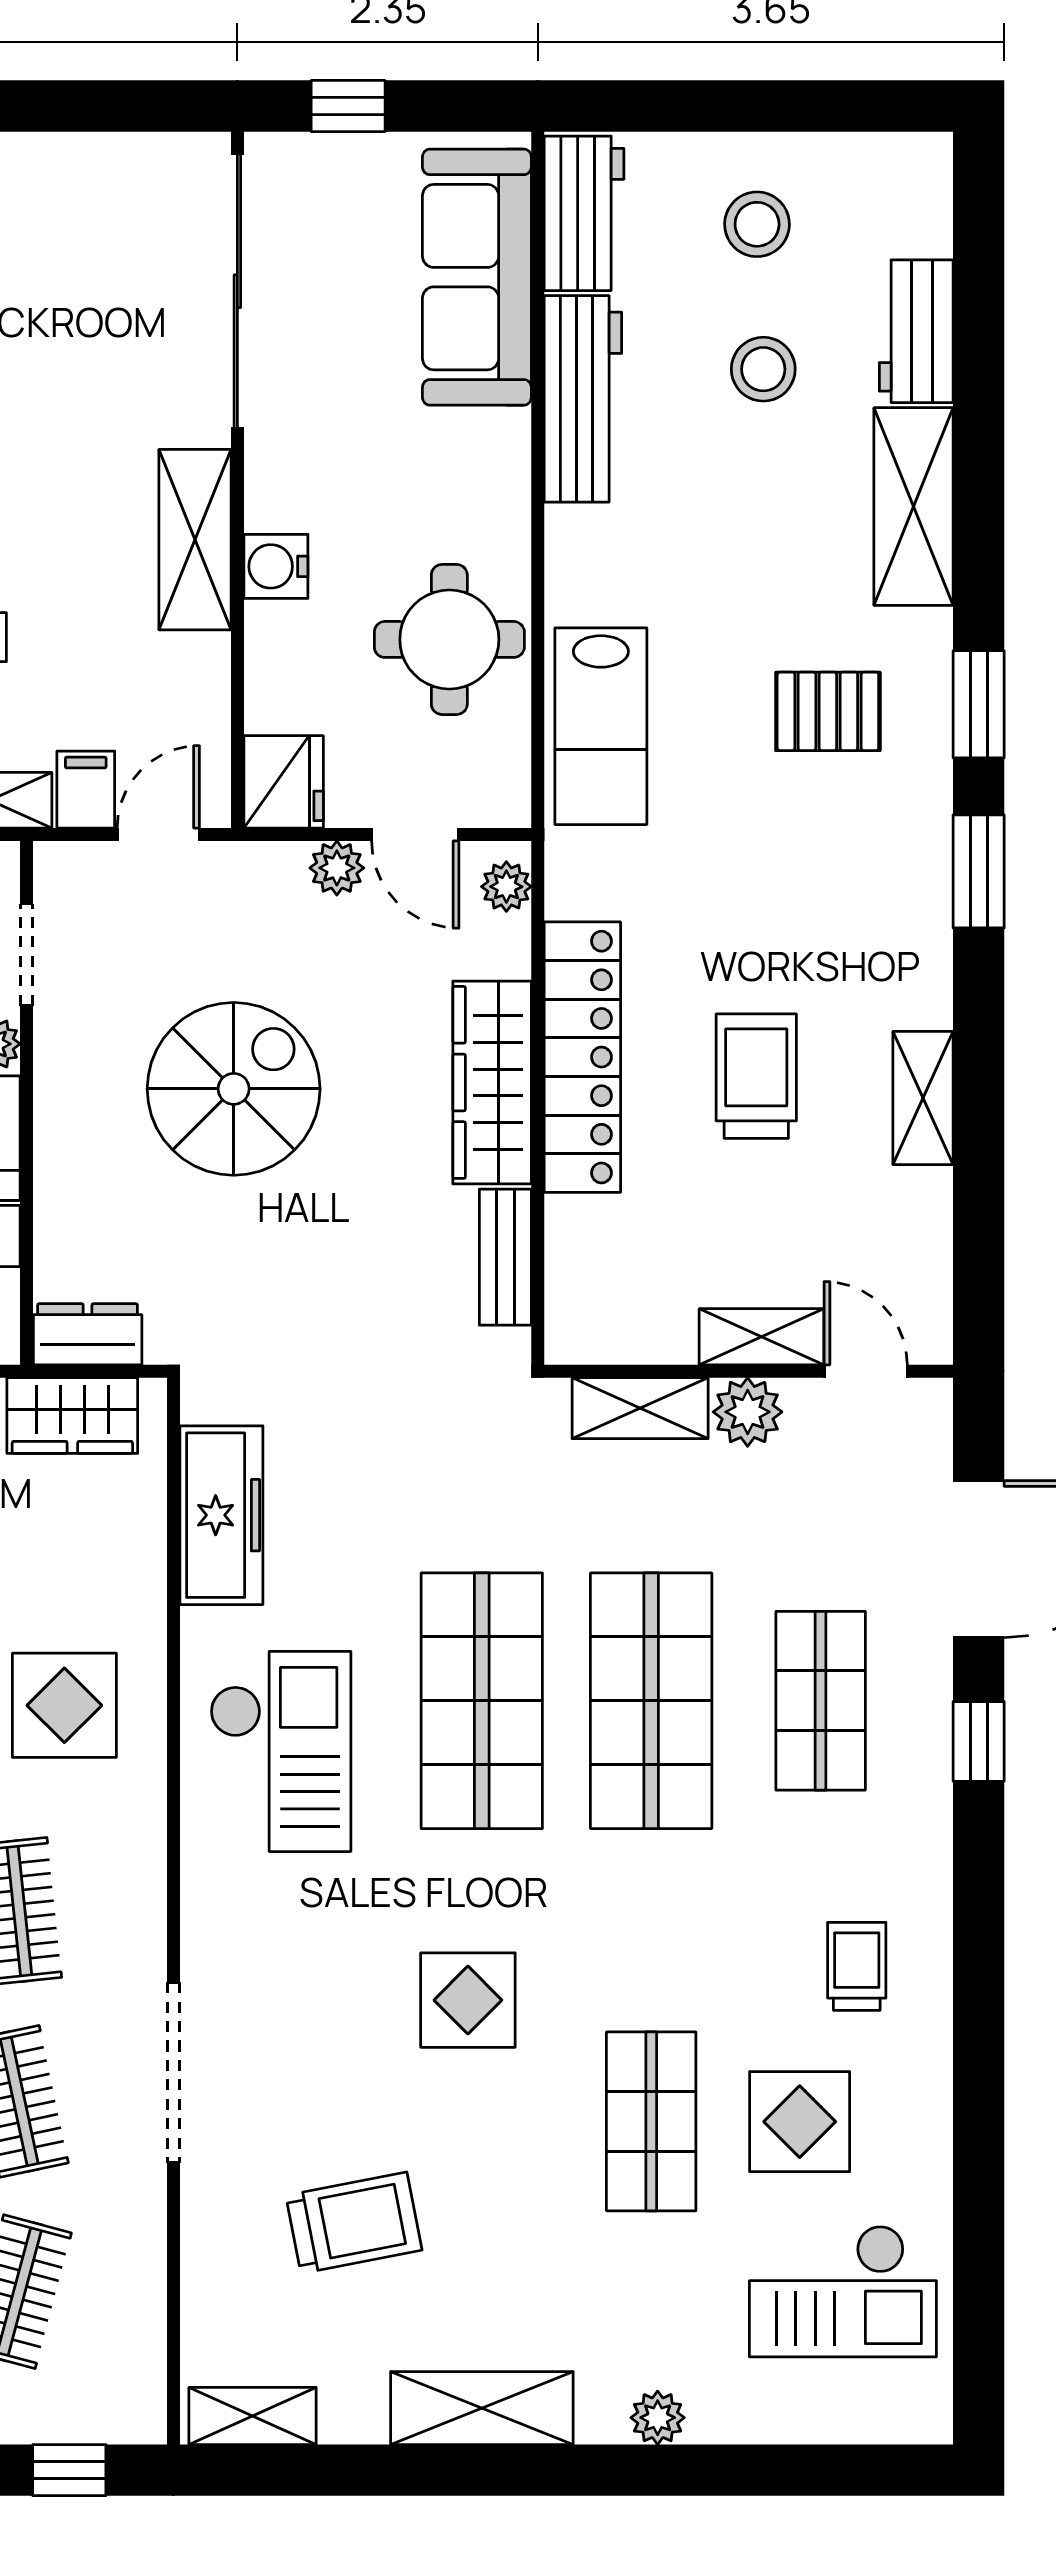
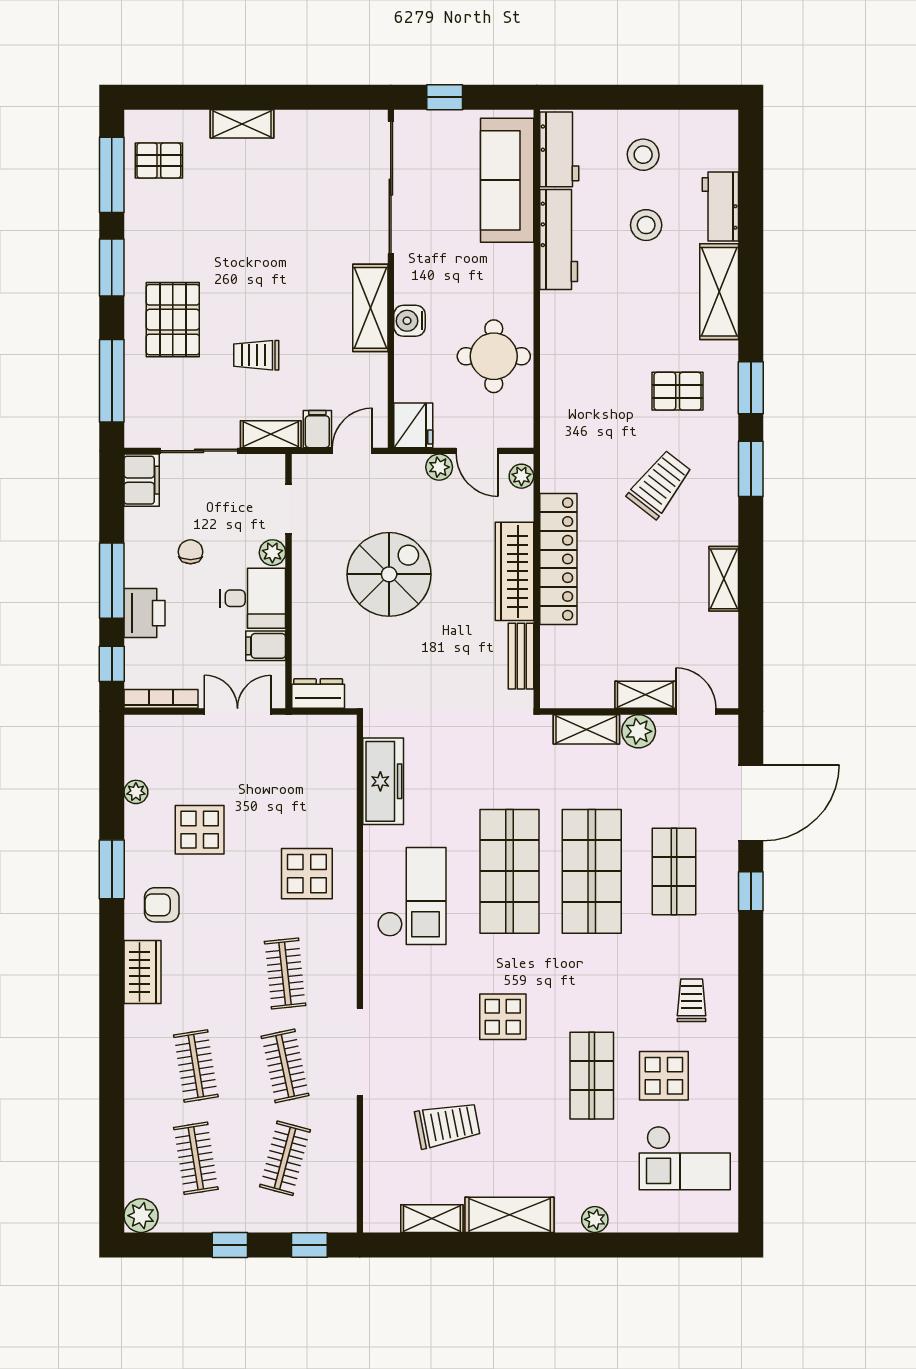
lab bench: (601, 726) -> (567, 398), removed
trolley: (756, 1076) -> (660, 484), moved, turned 38
wardrobe: (72, 1415) -> (311, 733), removed
shelving: (253, 2416) -> (432, 1219), moved

